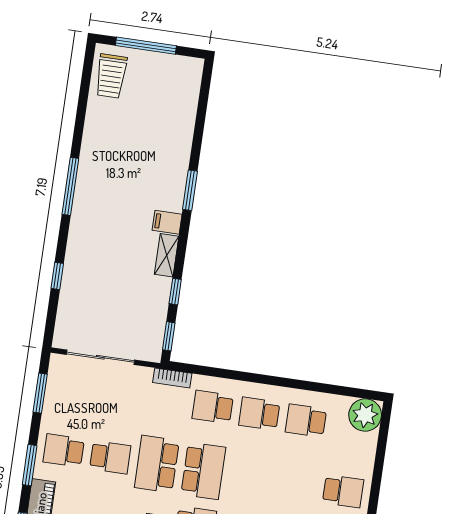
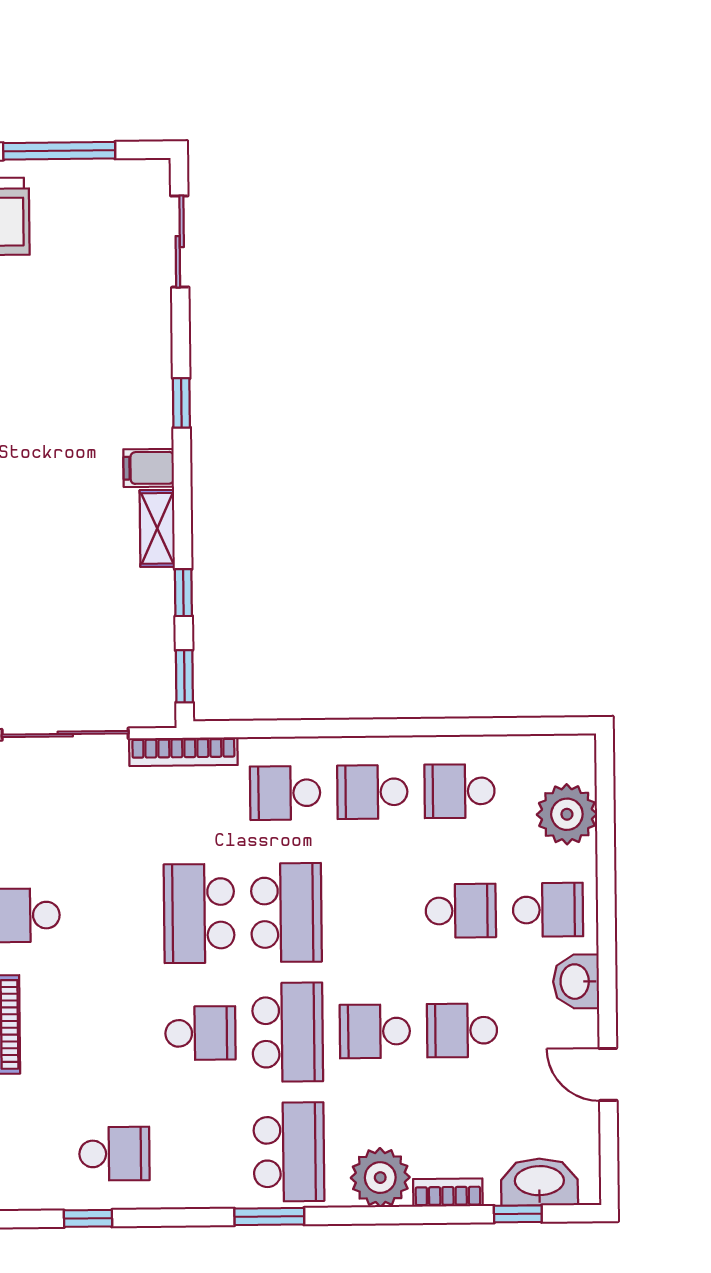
sliding door: (203, 104) -> (180, 242), added
window: (190, 190) -> (181, 403), width x0.67
bookcase: (172, 378) -> (183, 752), width x1.56
plant: (365, 415) -> (567, 814), moved
school desk: (110, 457) -> (461, 911), moved

